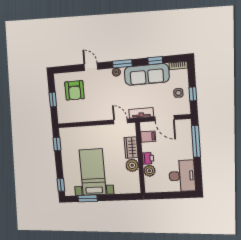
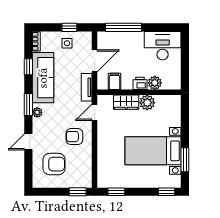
window: (53, 100) -> (78, 192), moved
armchair: (99, 106) -> (74, 137), added

